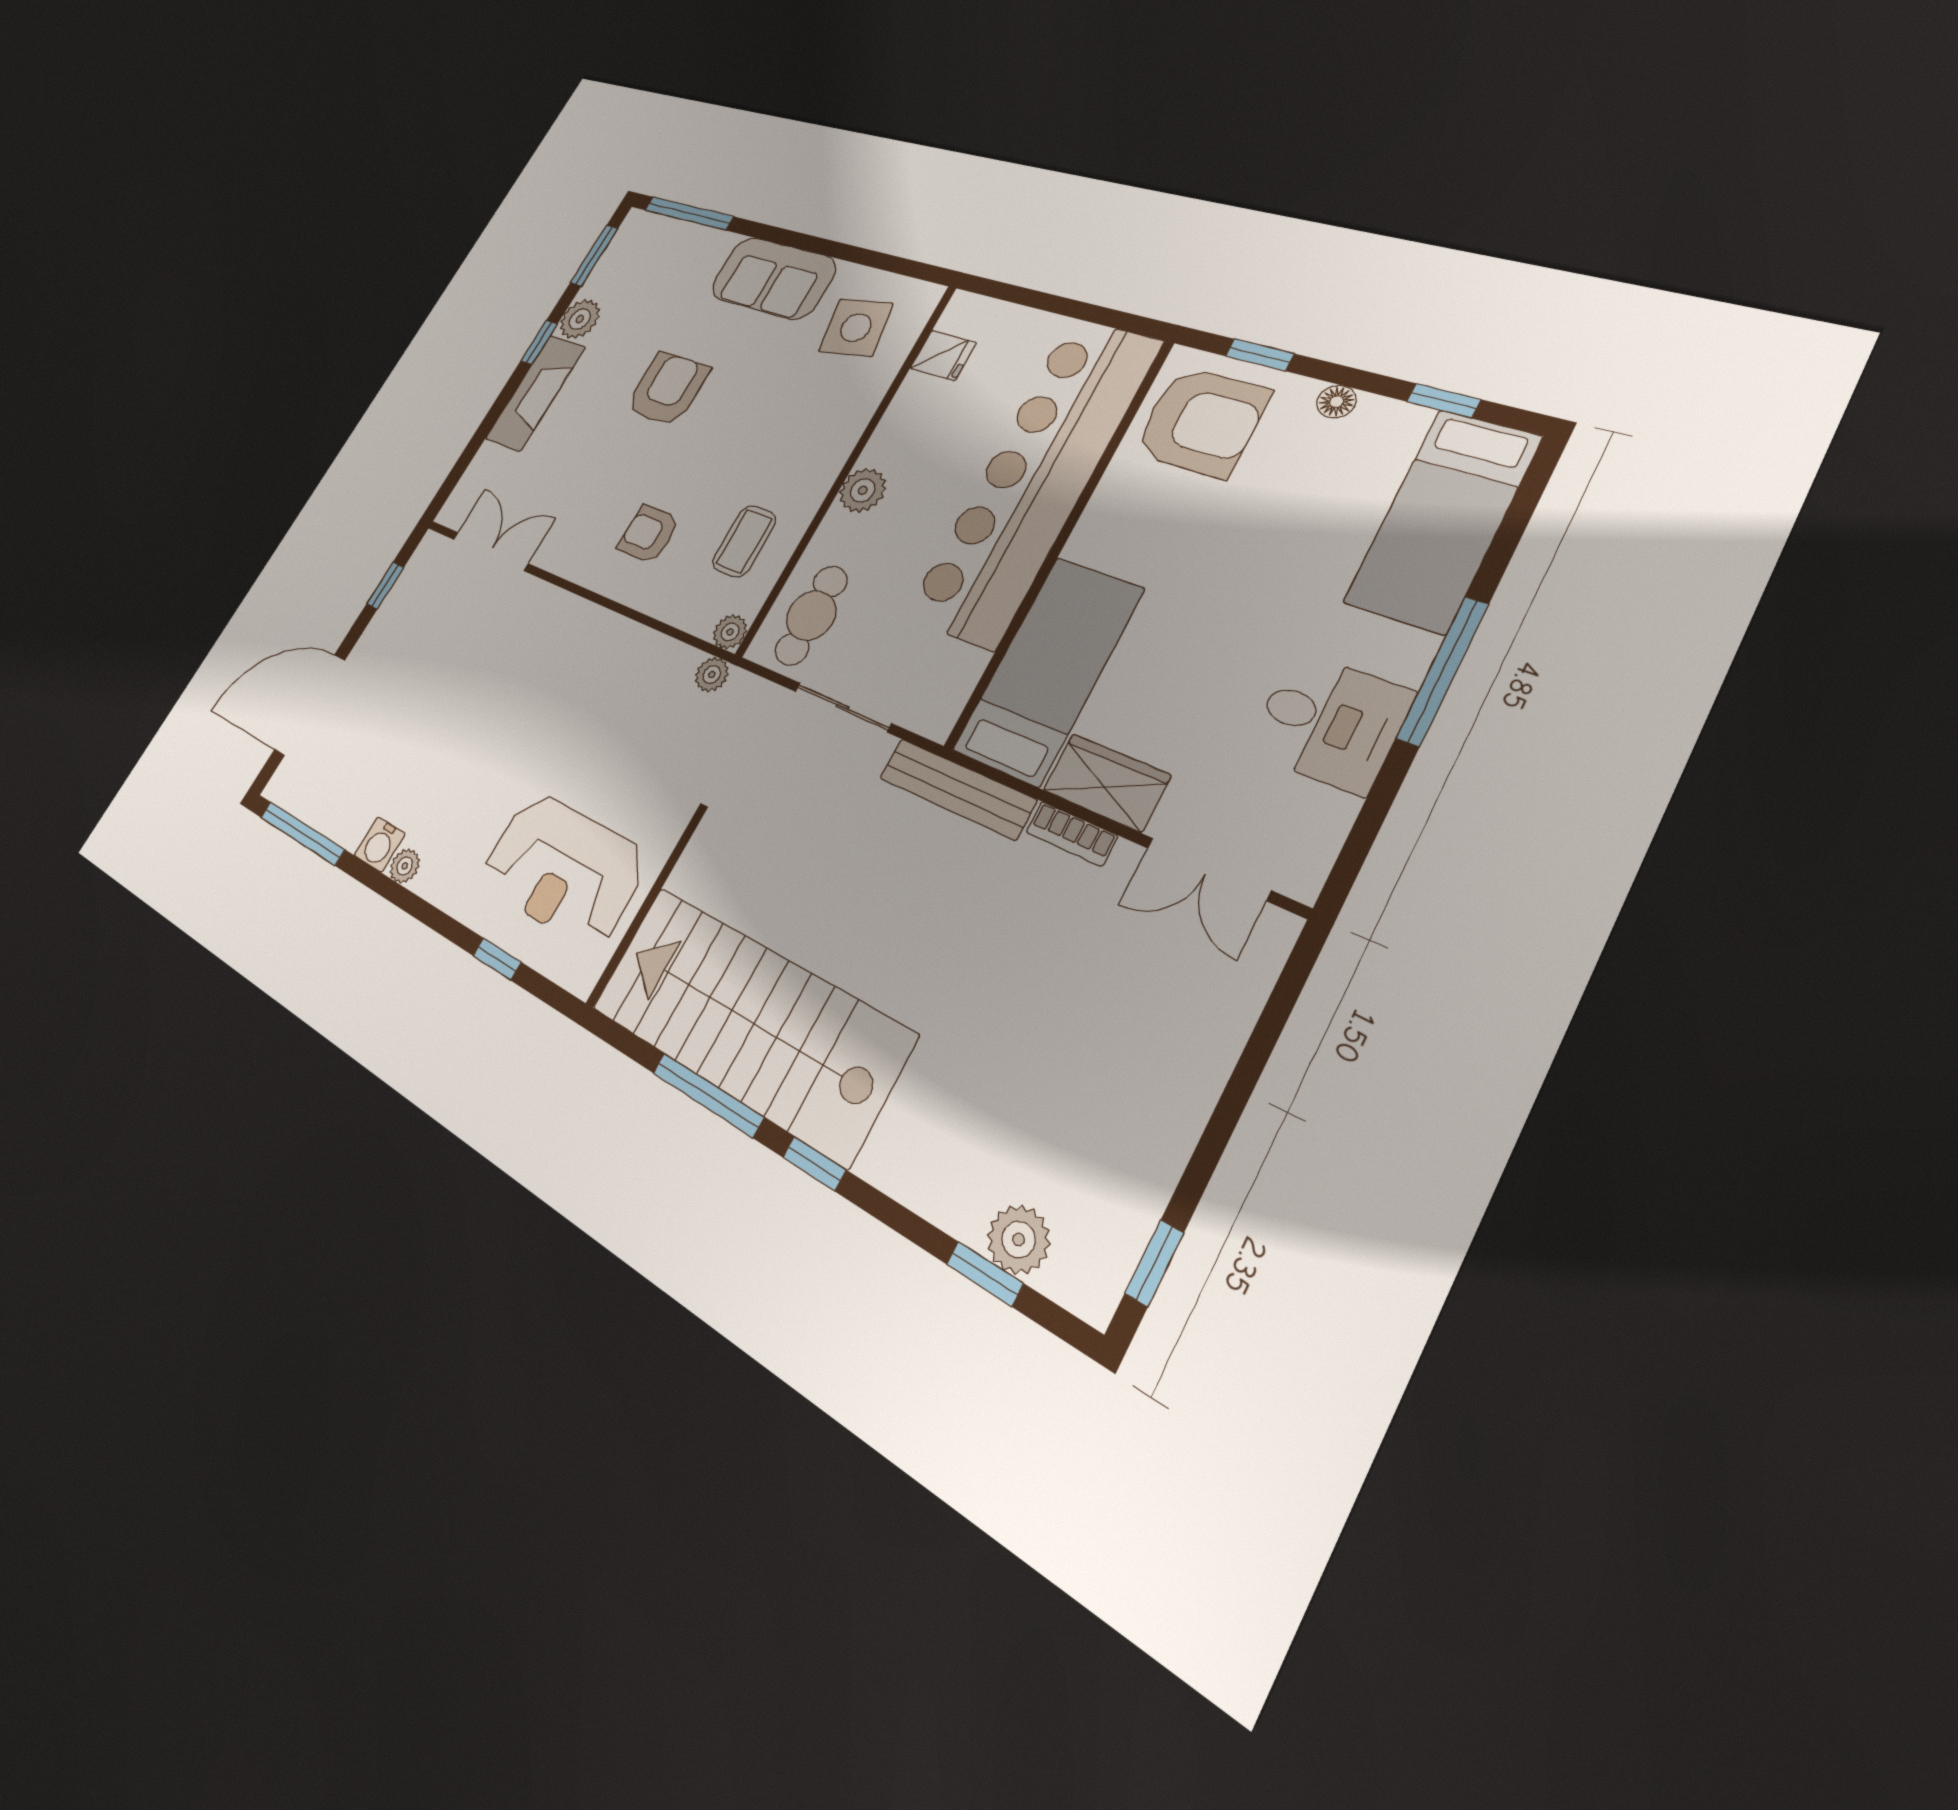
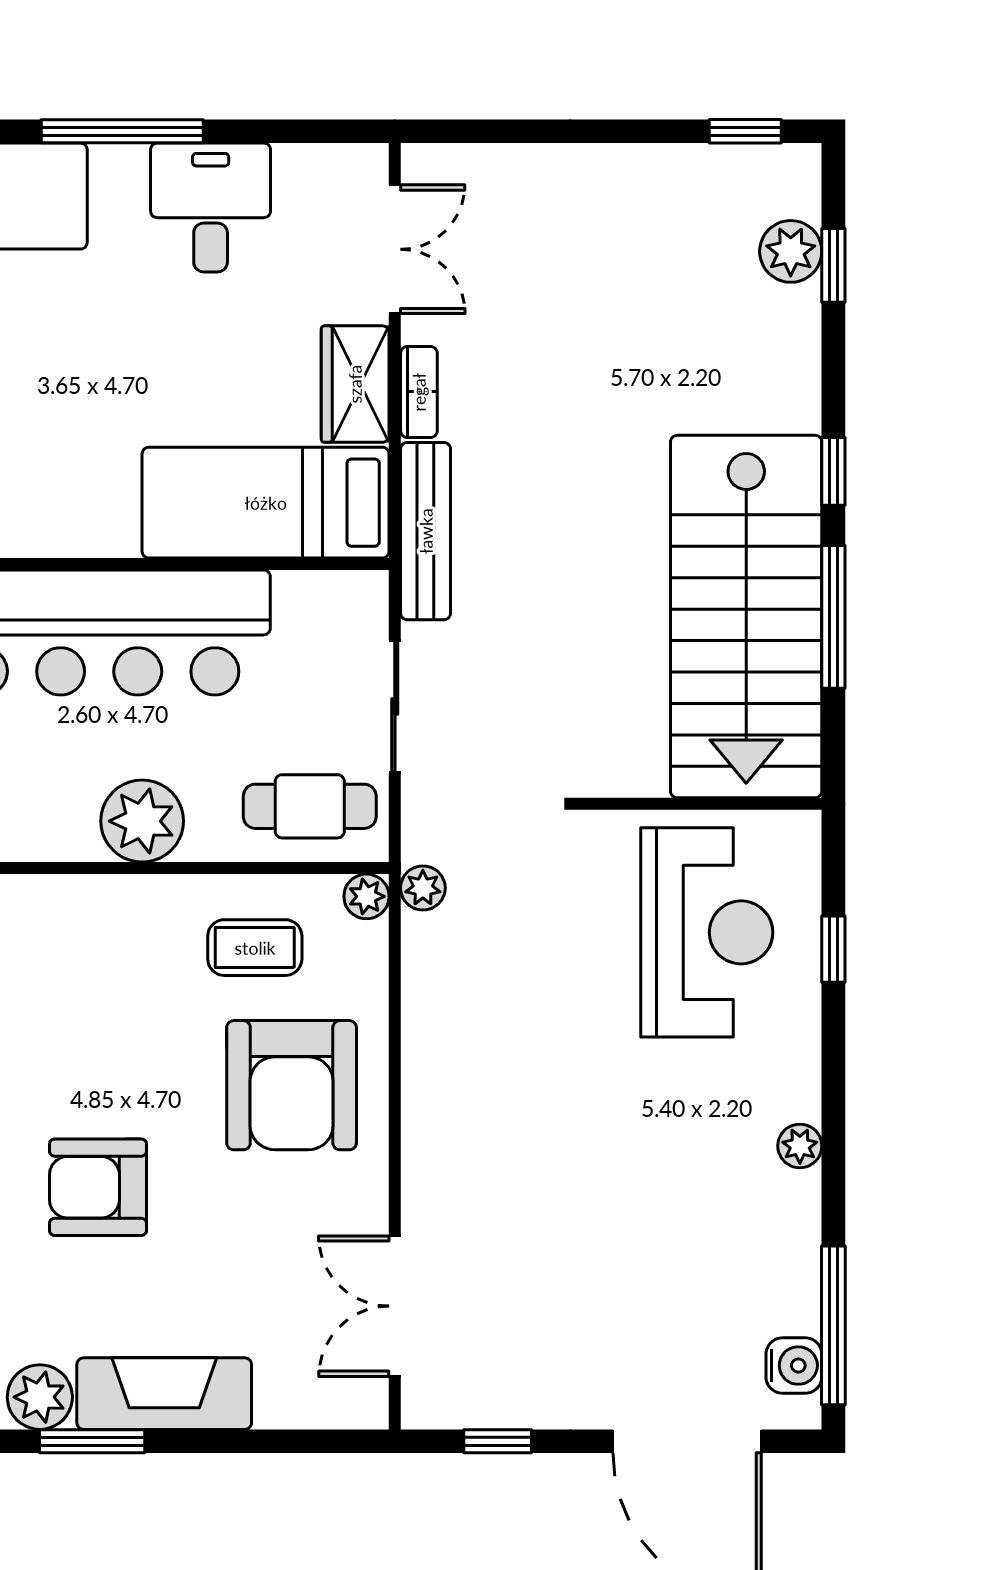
window: (539, 343) -> (92, 1441), width x1.50
plant: (863, 490) -> (142, 821), width x1.36, depth x1.36
armchair: (649, 534) -> (292, 1085), width x1.88, depth x1.88
water cooler: (380, 844) -> (794, 1366), moved

